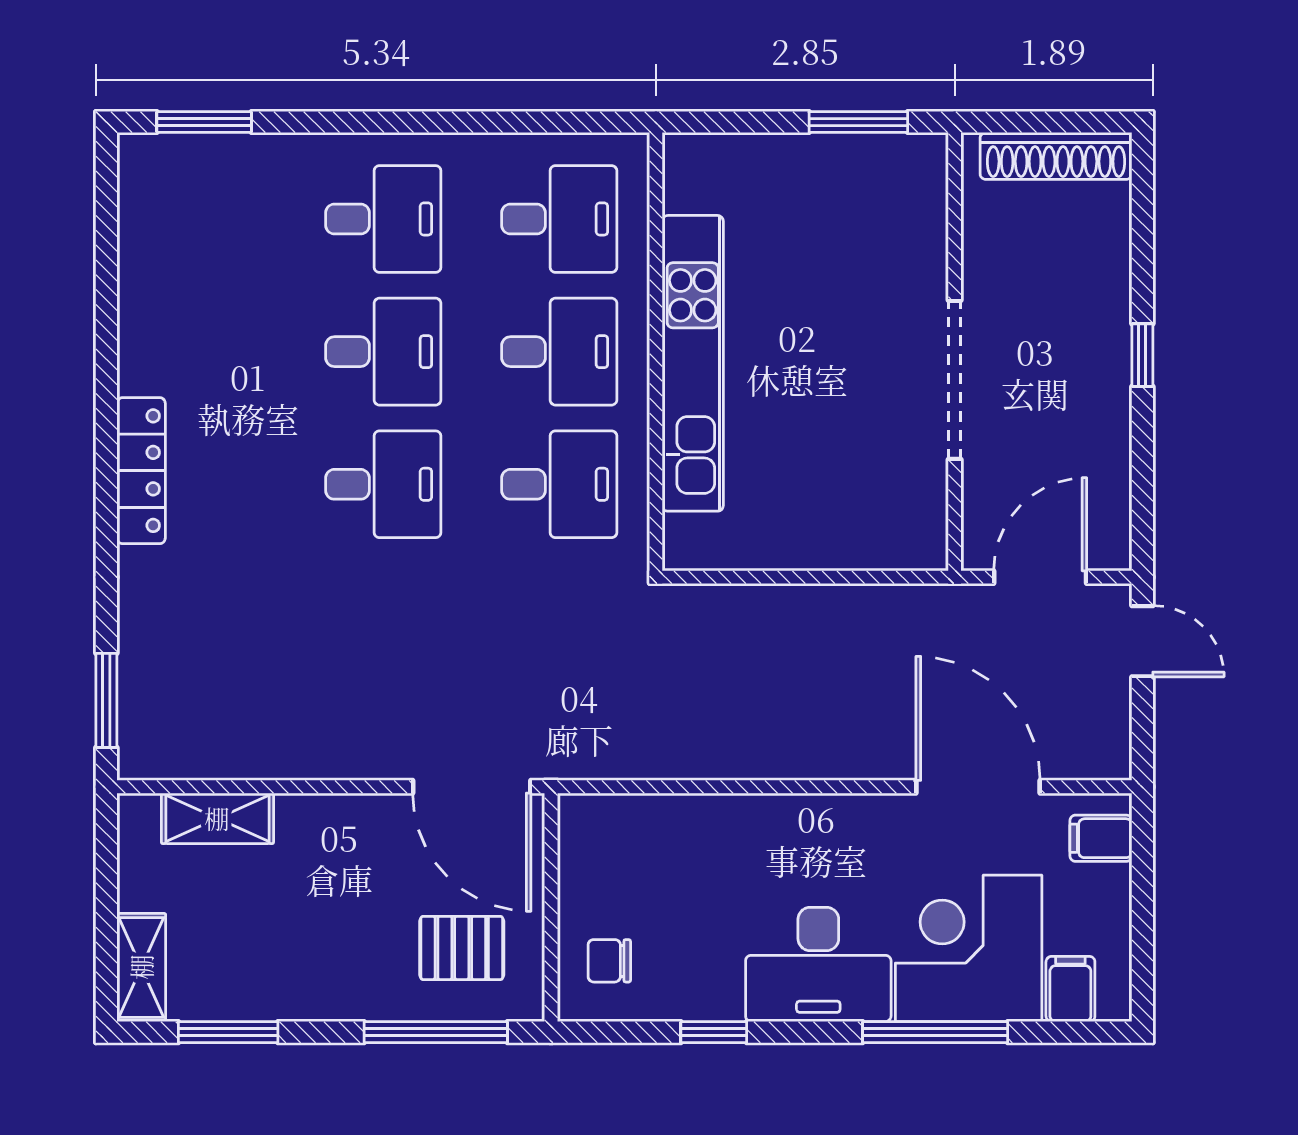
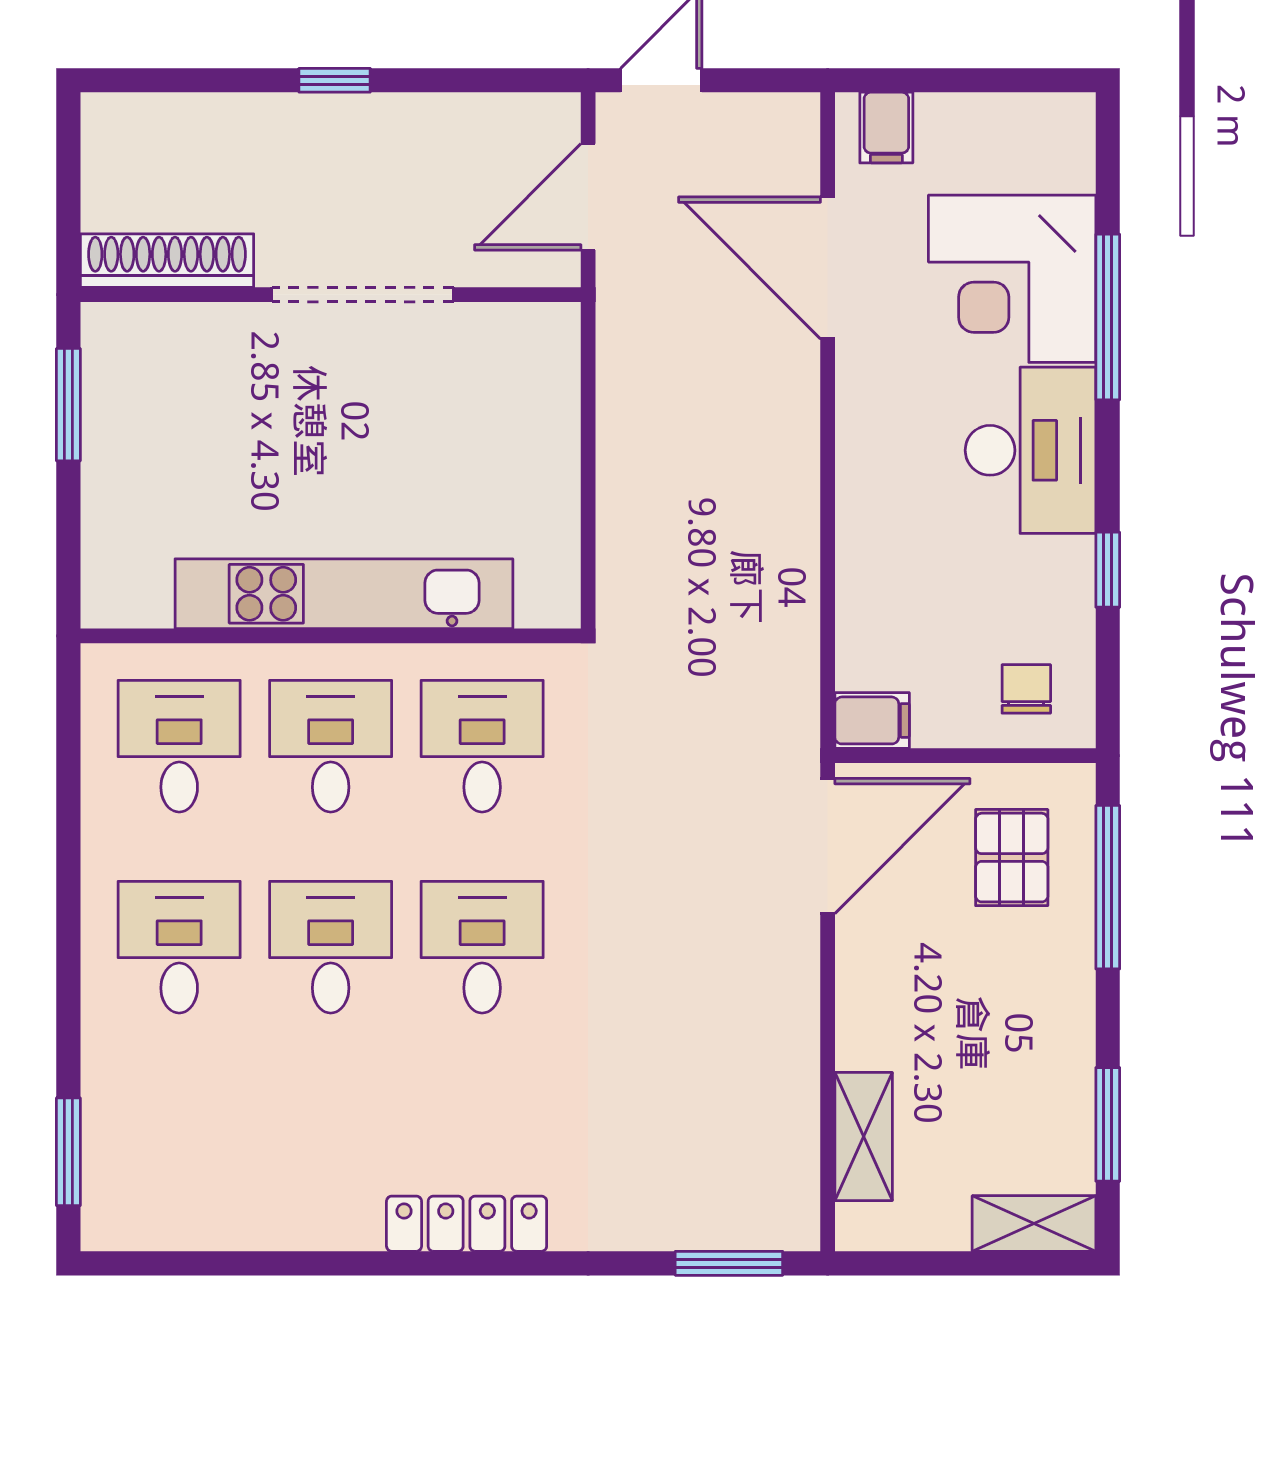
shoe rack: (1056, 156) -> (167, 261), moved, turned -90
door: (1040, 577) -> (588, 197), hinge flipped
door: (978, 787) -> (828, 268), hinge flipped
chair: (609, 961) -> (1026, 689), turned 180
filing cabinet: (1070, 989) -> (872, 720), moved, turned 180

